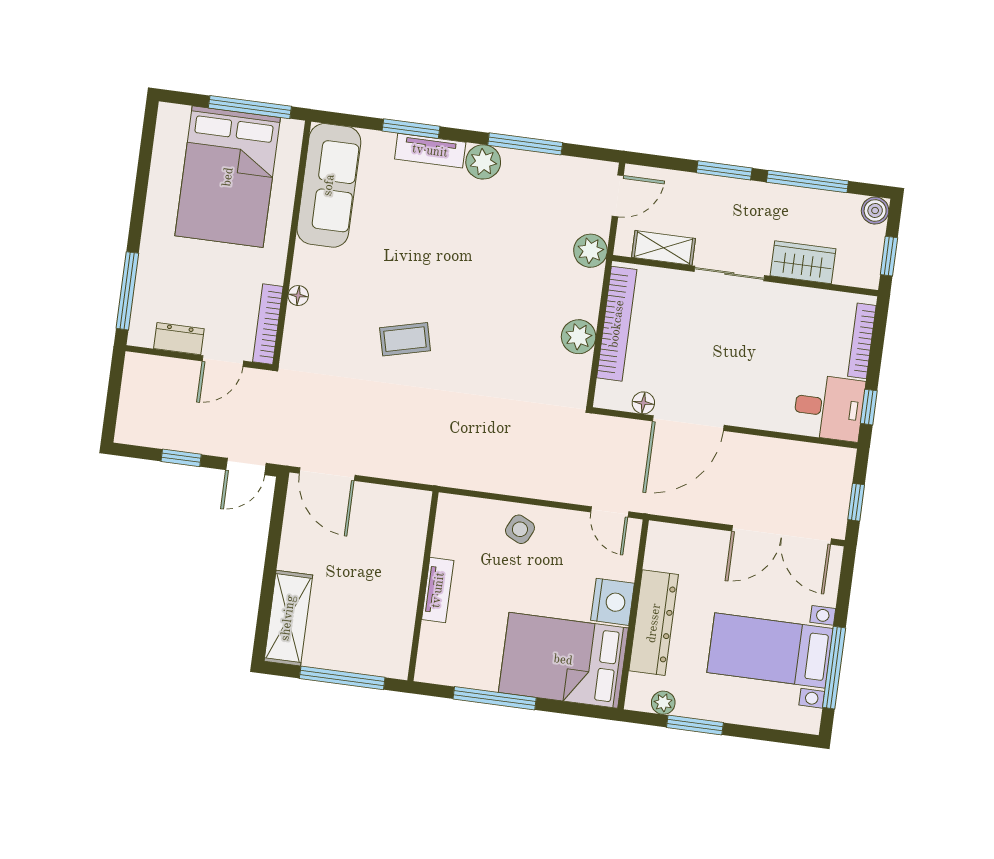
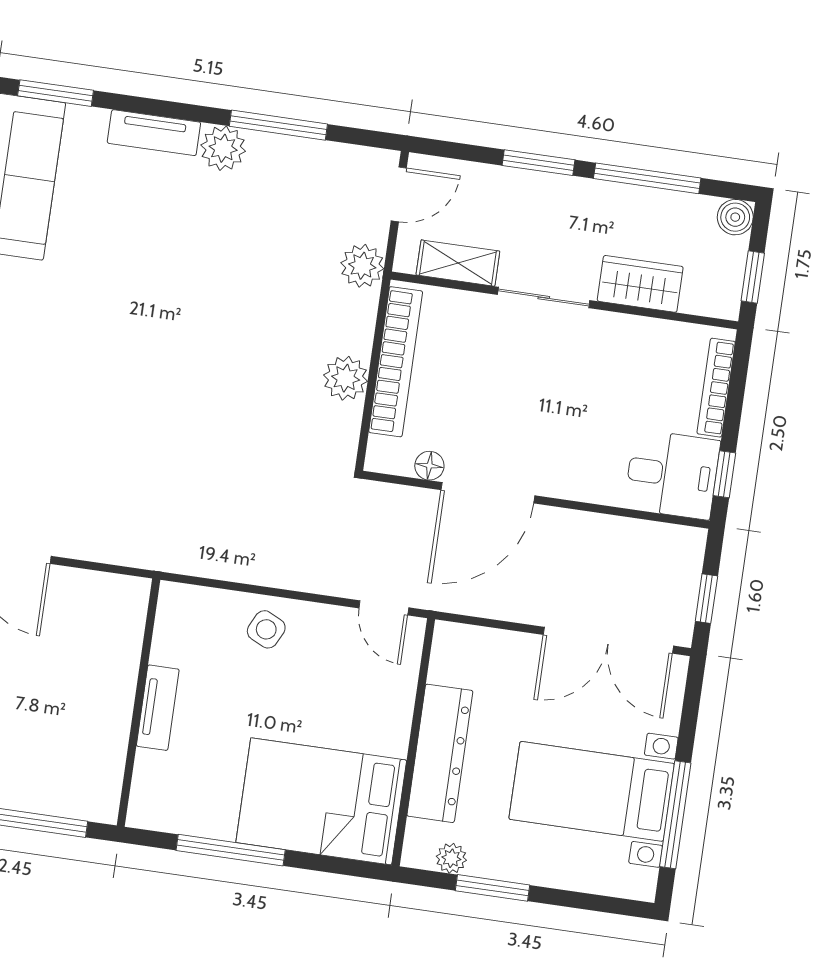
window: (411, 129) -> (56, 93), moved
coffee table: (405, 339) -> (118, 379), removed
nightstand: (612, 602) -> (386, 726), removed

